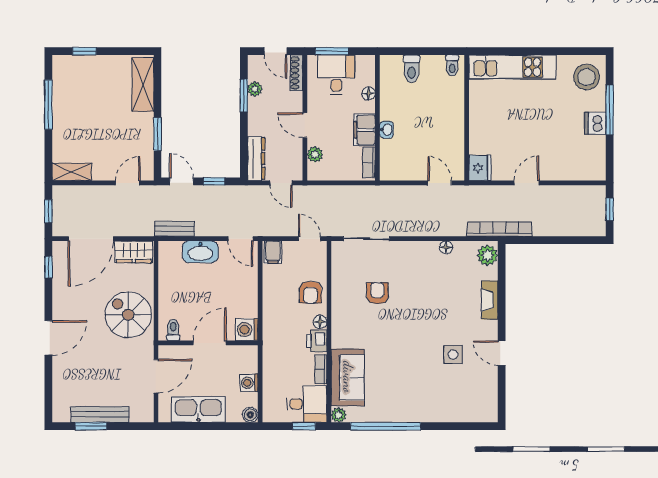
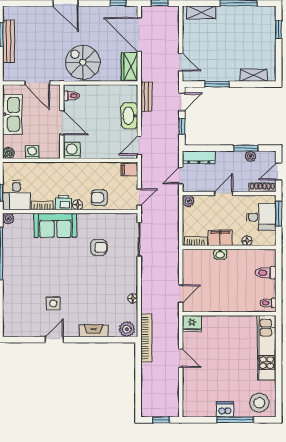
shelving: (143, 85) -> (254, 75), width x0.67, depth x0.75
plant: (315, 154) -> (188, 201), moved
shelving: (72, 172) -> (201, 12), moved, turned 90
spiral stairs: (128, 315) -> (83, 62), turned -90
sofa: (348, 377) -> (55, 225), moved

